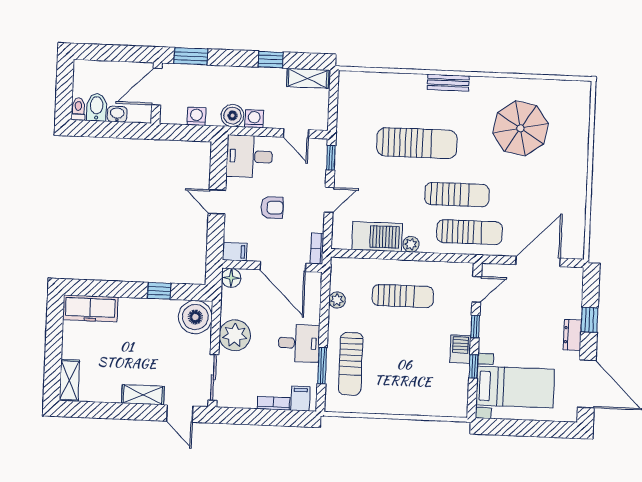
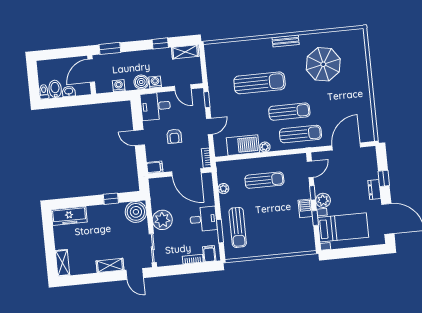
bench: (448, 83) -> (286, 41), moved
armchair: (272, 207) -> (174, 136), turned 90
floor lamp: (231, 278) -> (155, 184), removed
plant: (490, 341) -> (323, 200), added

